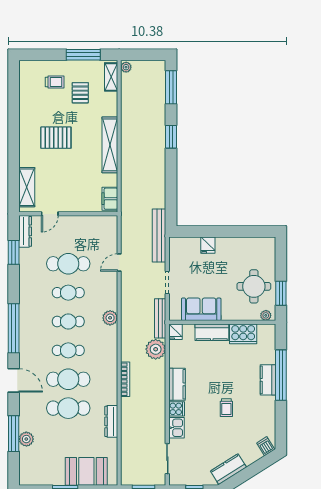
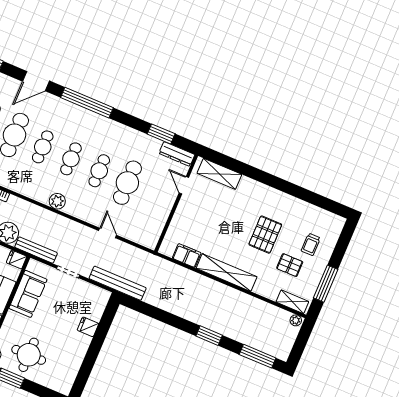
pallet: (56, 138) -> (265, 235), moved
filing cabinet: (110, 199) -> (187, 256), moved

